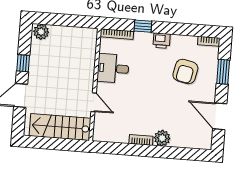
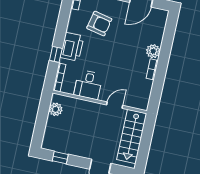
plant: (41, 32) -> (56, 109), moved
printer: (162, 41) -> (72, 47), width x1.87, depth x1.48
window: (23, 63) -> (60, 158), moved

